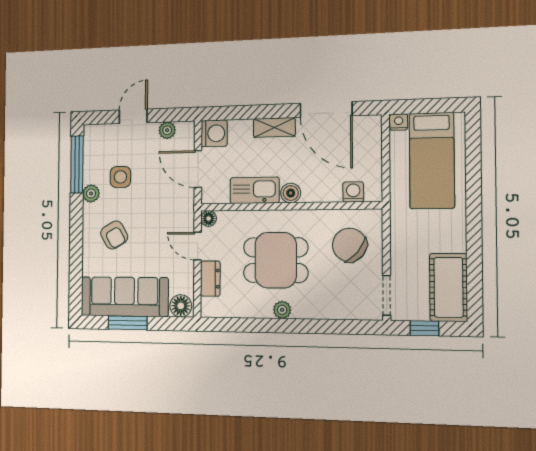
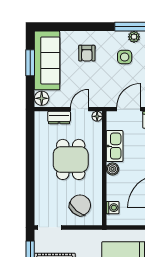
plant: (91, 193) -> (134, 37), moved
armchair: (114, 235) -> (87, 53), turned -60
plant: (282, 310) -> (40, 164), removed

